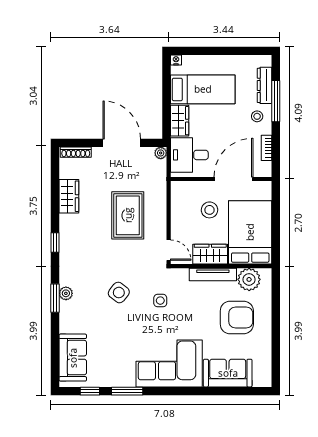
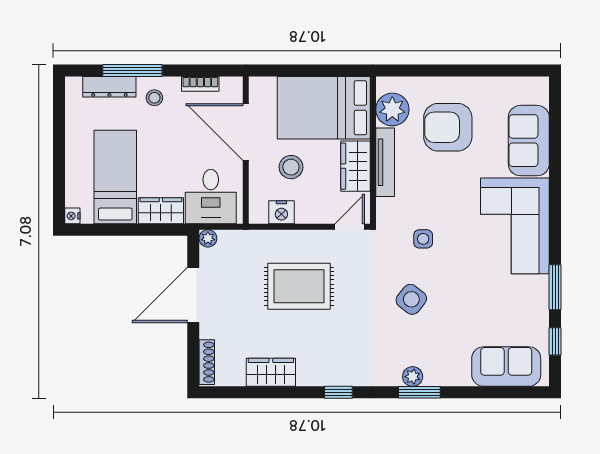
nightstand: (178, 203) -> (281, 212), added
armchair: (237, 318) -> (448, 127), turned -90

